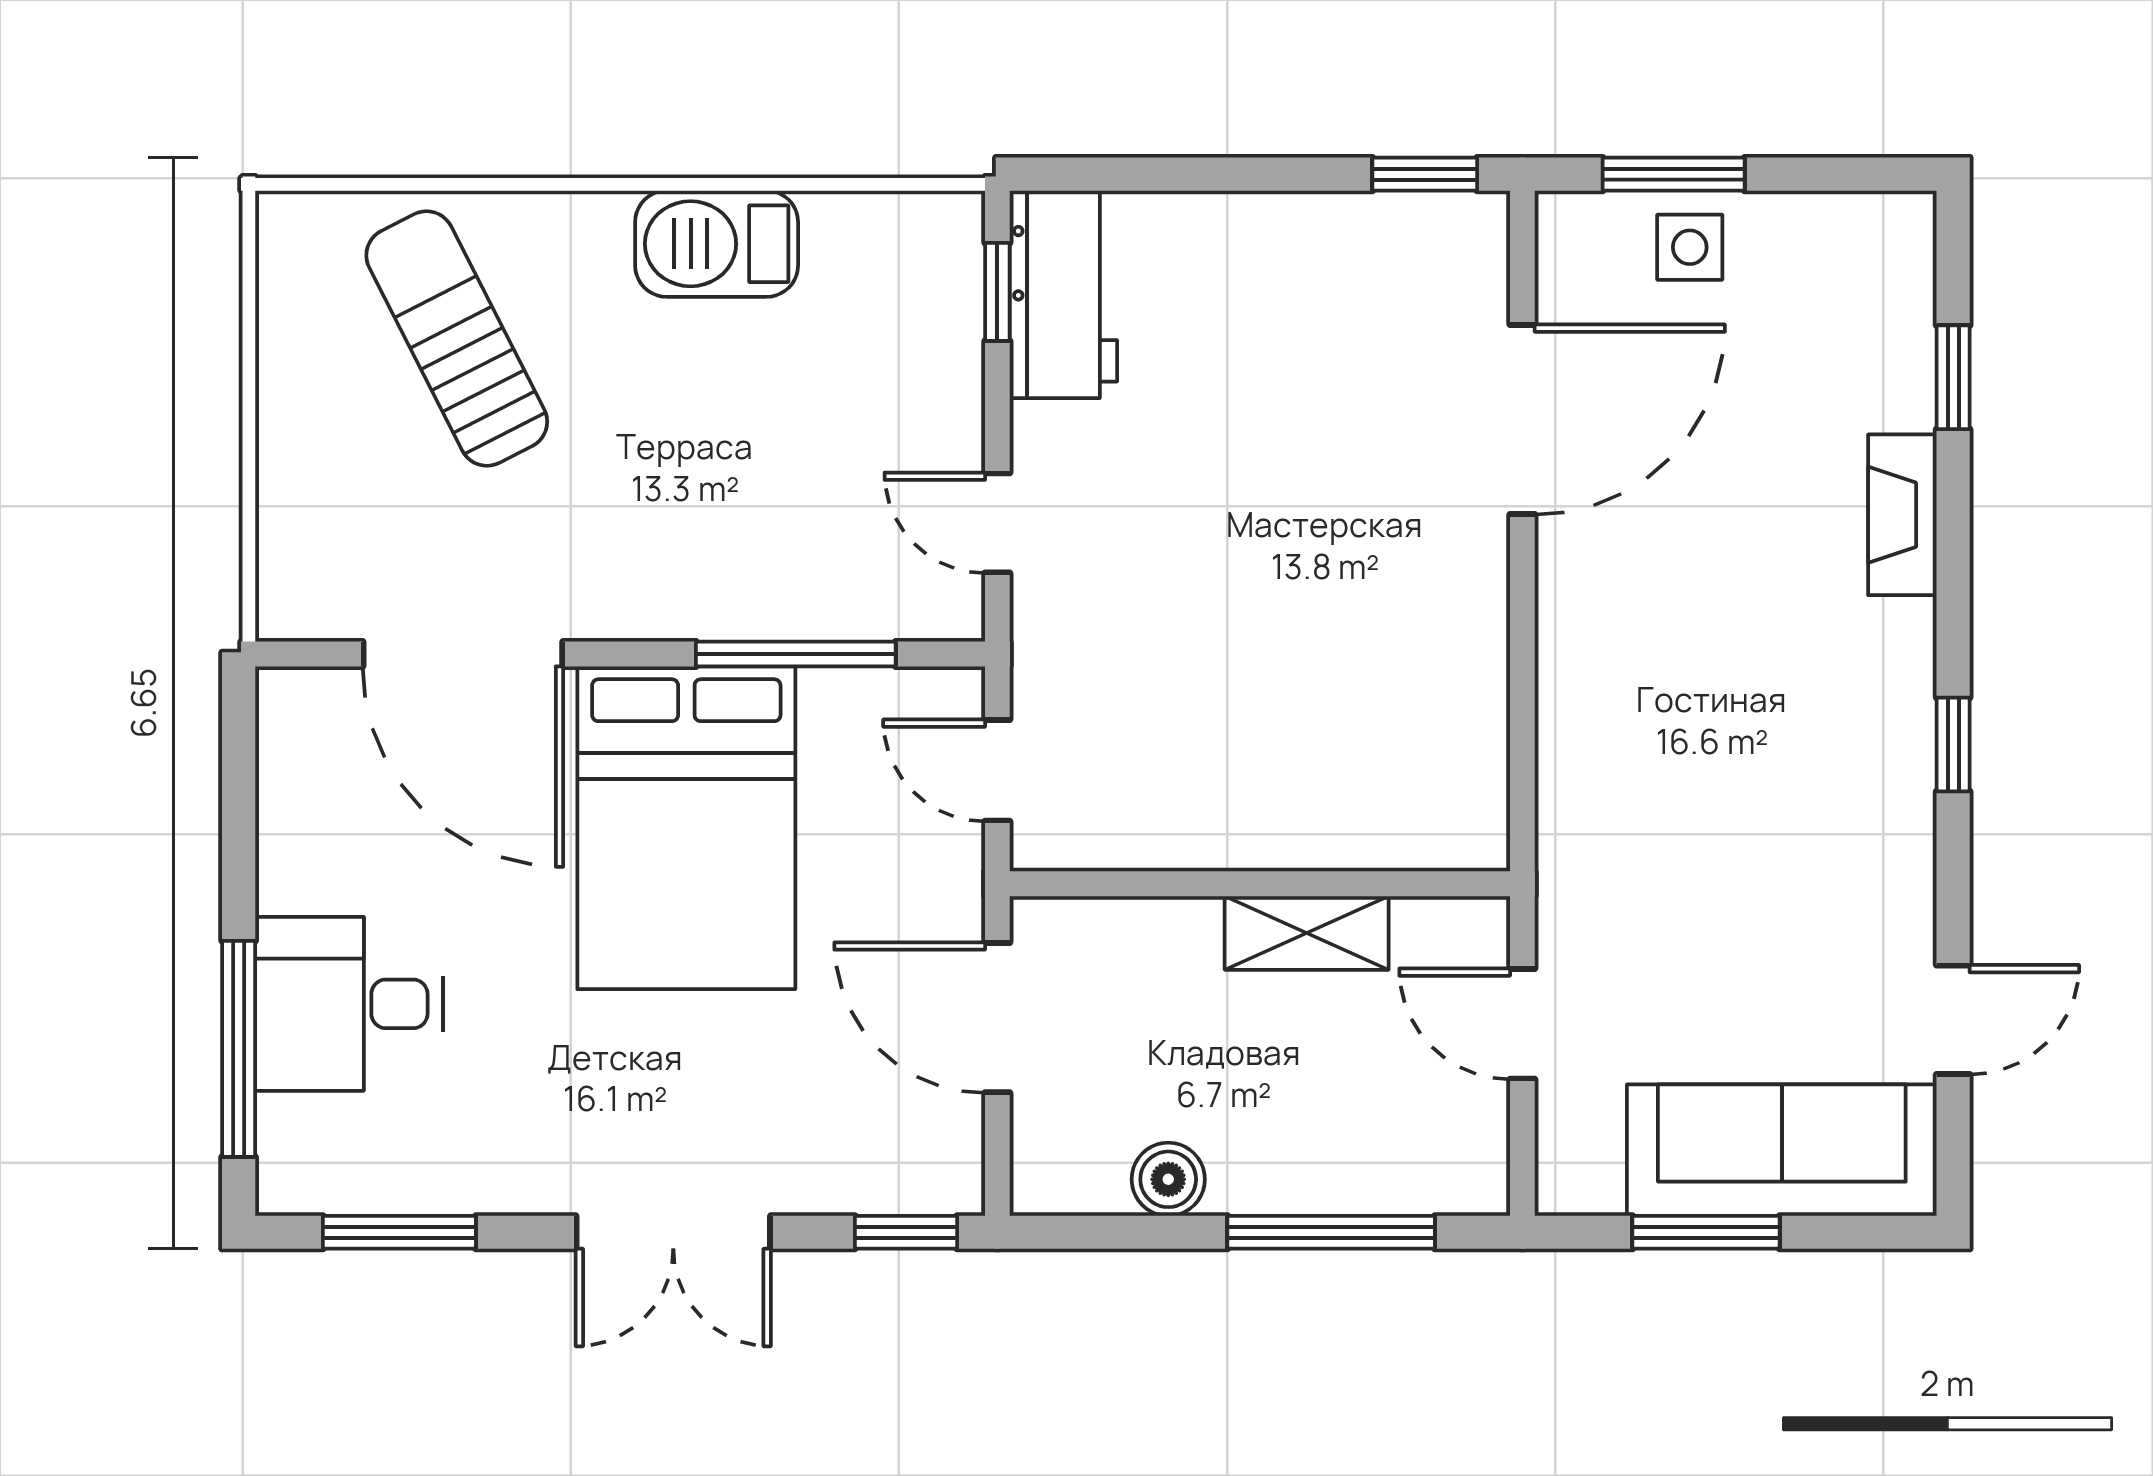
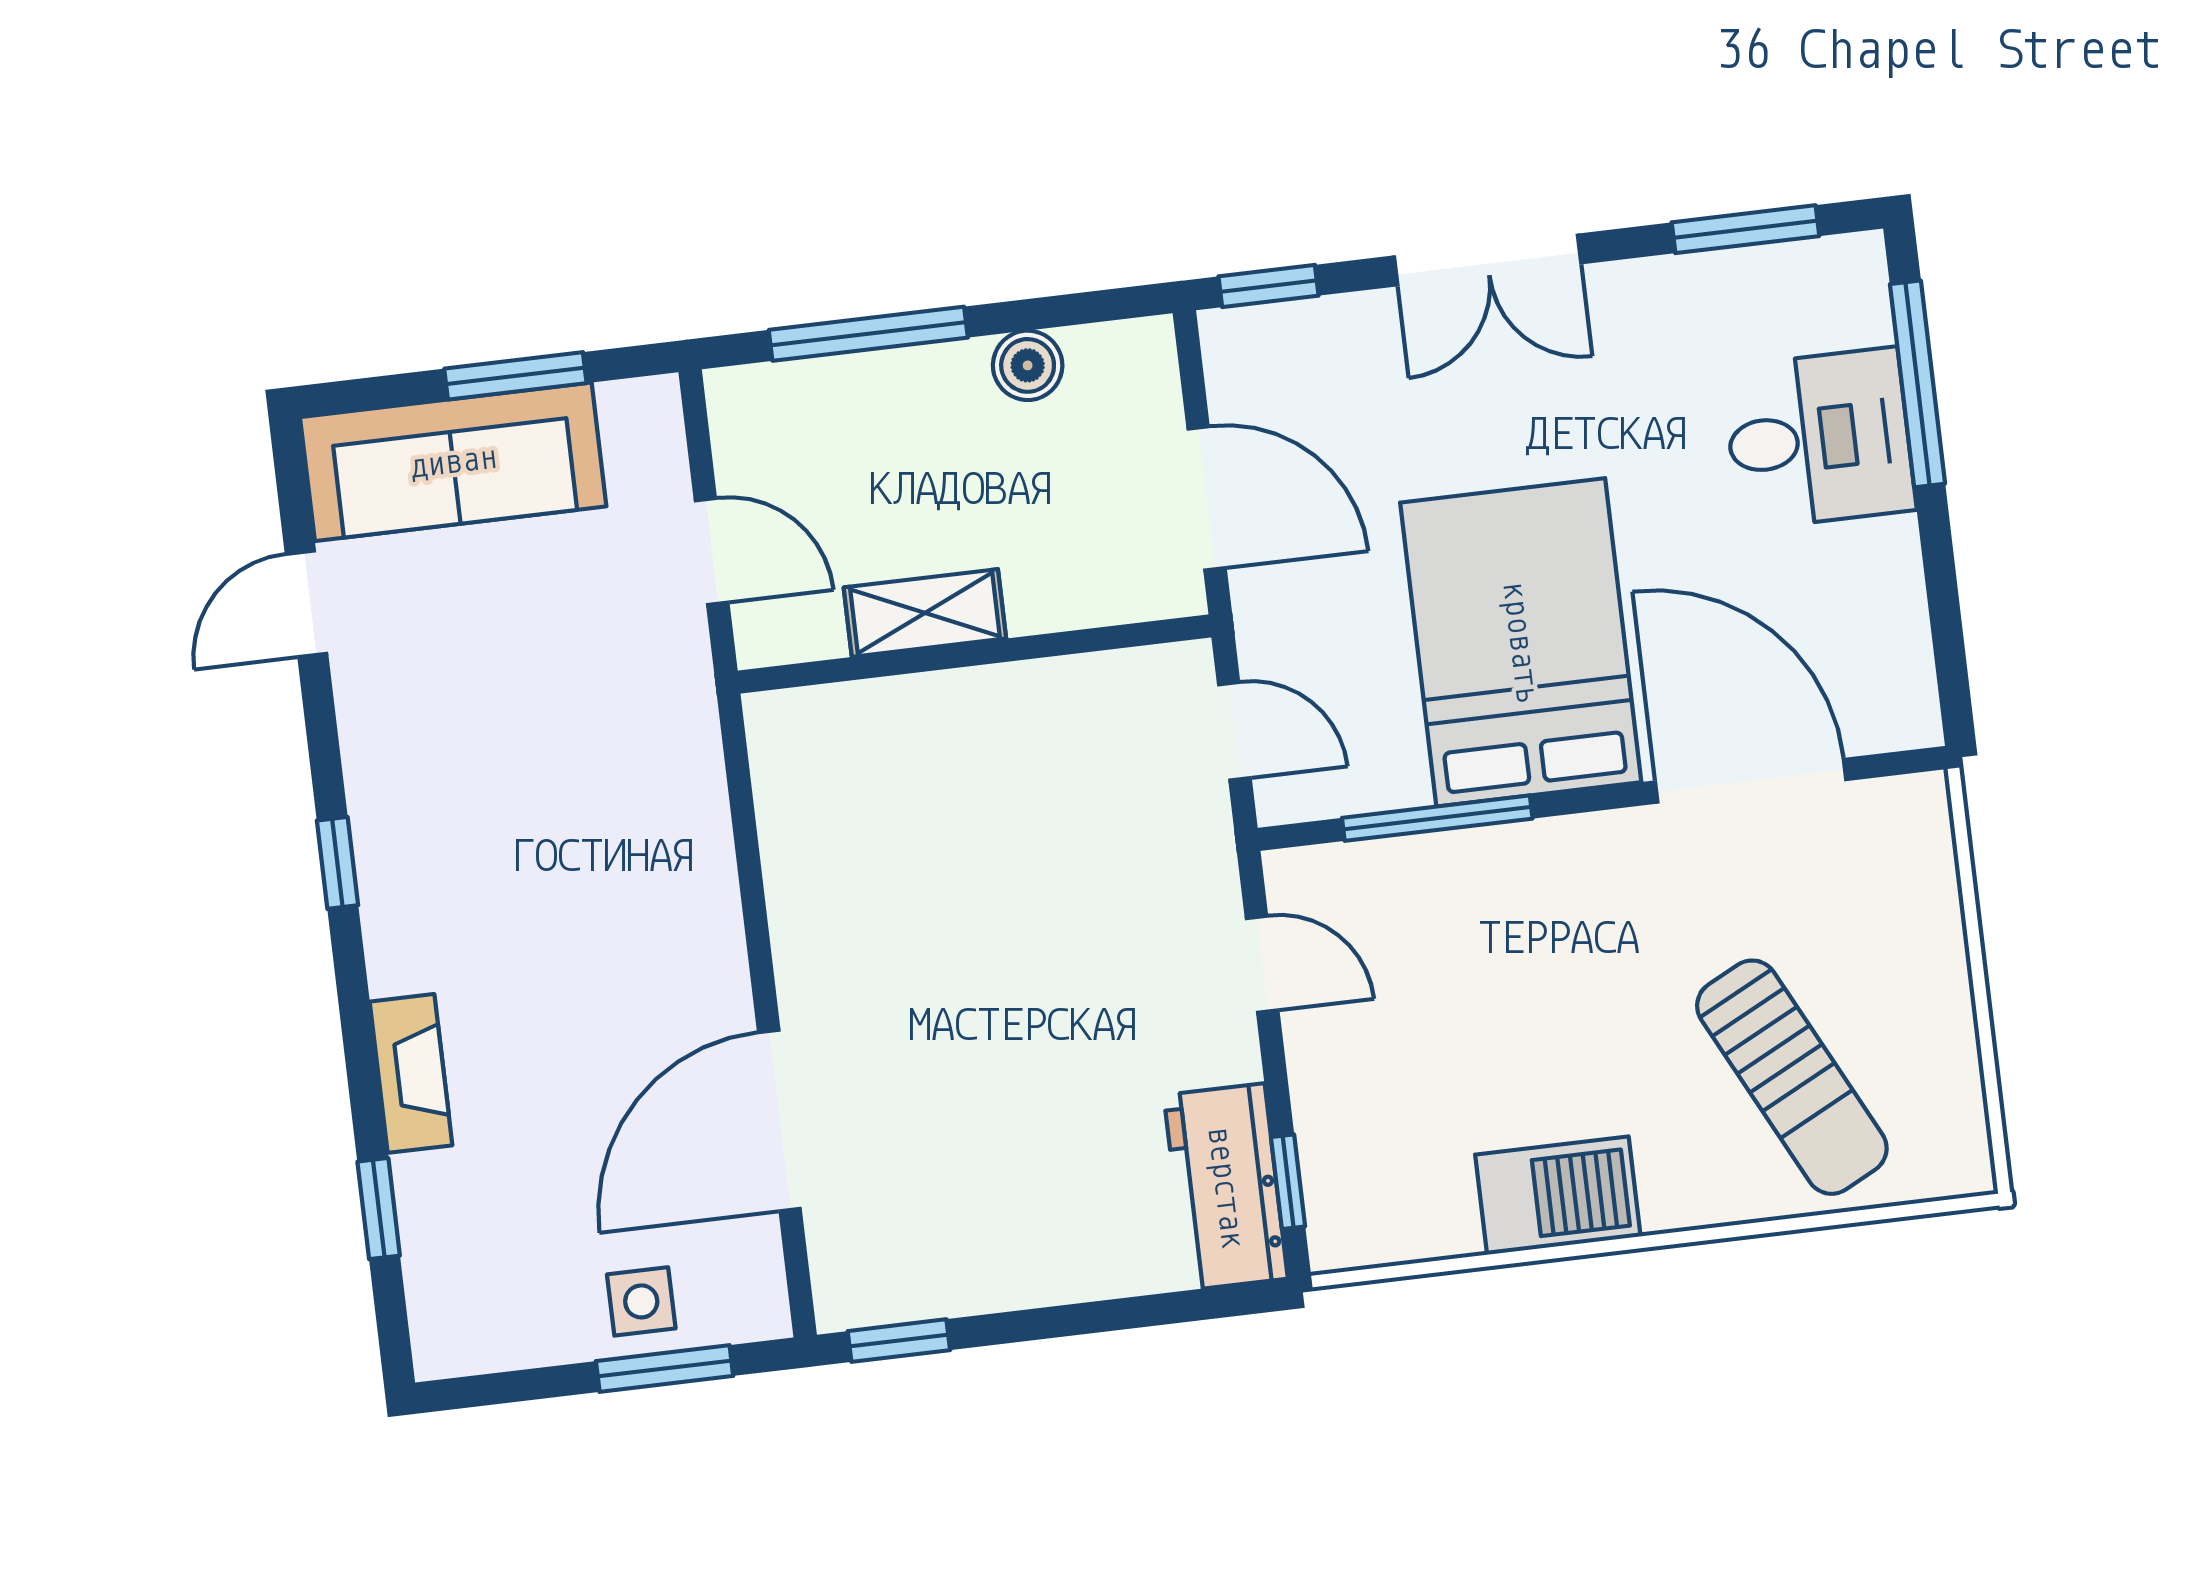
double door: (673, 1232) -> (1488, 260), swing flipped

